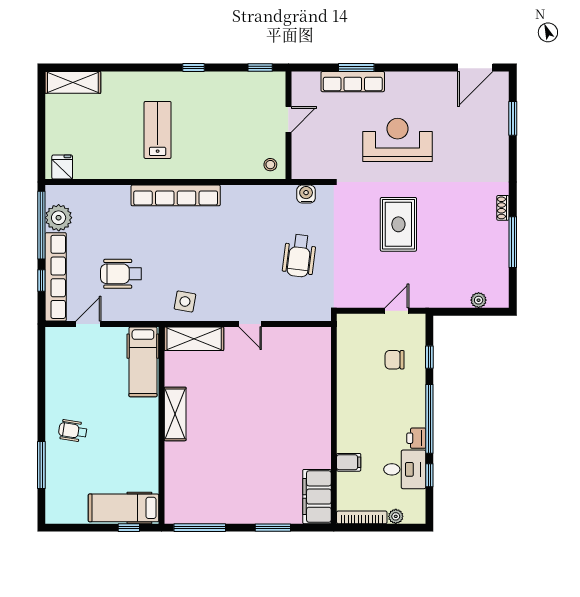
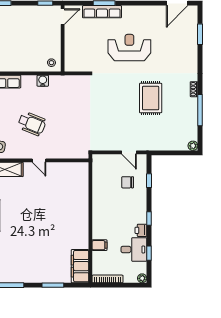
door: (288, 119) -> (63, 17), moved
water cooler: (306, 194) -> (43, 81), moved
rug: (398, 224) -> (151, 98), moved
wheelchair: (299, 256) -> (32, 124), moved, turned -75
plant: (479, 300) -> (193, 146), moved
door: (397, 311) -> (129, 152), swing flipped
window: (429, 419) -> (149, 219), width x0.32
plant: (396, 516) -> (142, 278), moved

